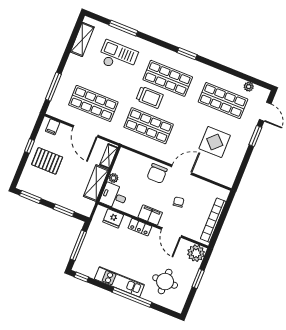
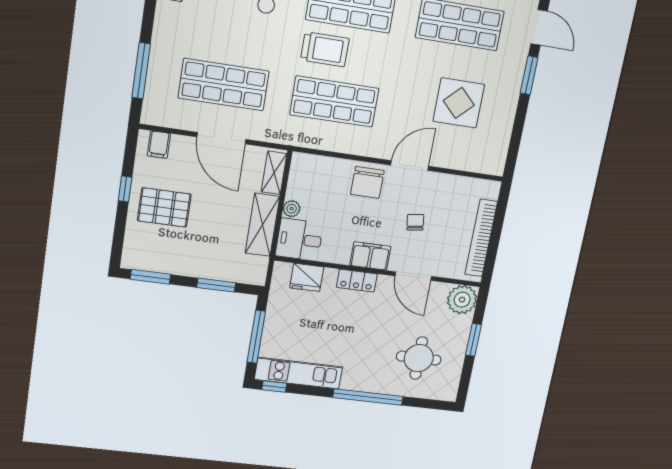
kitchen unit: (119, 282) -> (299, 373), moved

